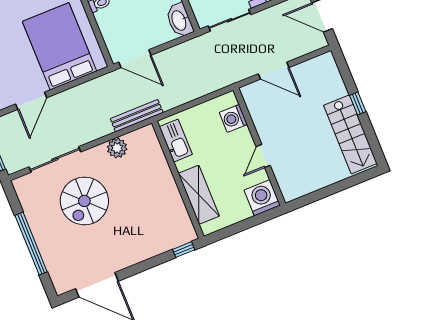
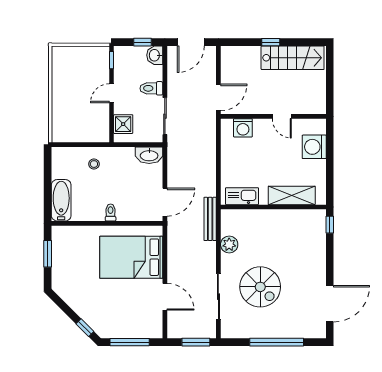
washing machine: (233, 118) -> (243, 128), moved
wall: (259, 147) -> (273, 116), moved
door: (263, 156) -> (282, 116), moved

